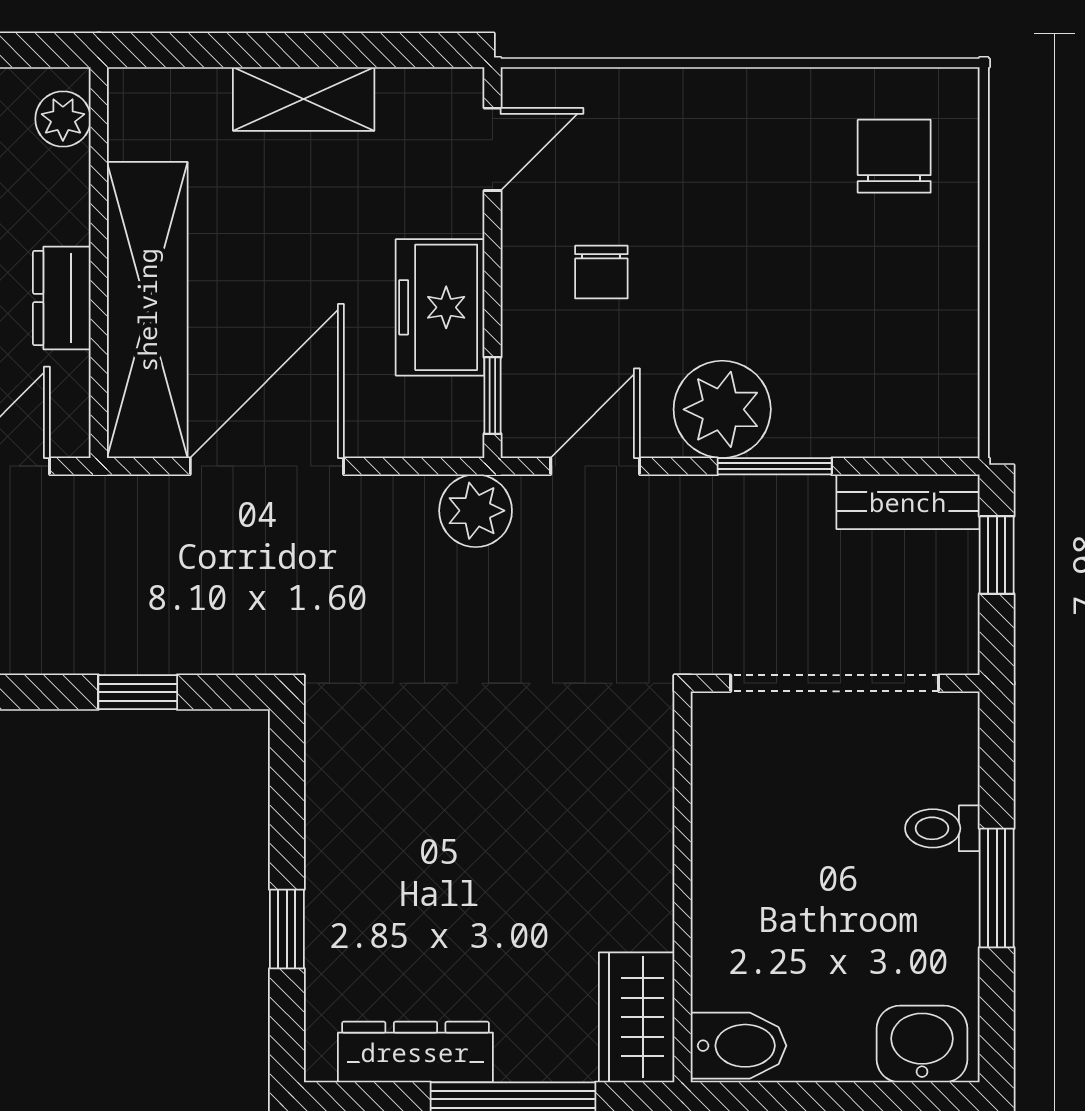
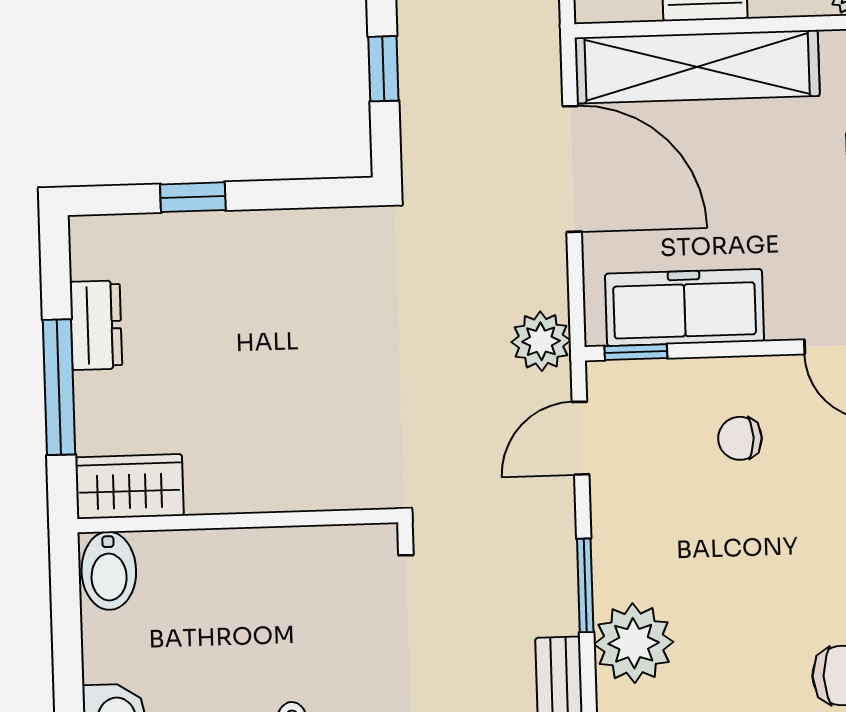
freezer: (440, 307) -> (684, 307), width x1.40
plant: (722, 409) -> (634, 643), moved
door: (595, 466) -> (581, 438), swing flipped
dresser: (415, 1052) -> (96, 325), width x0.70

